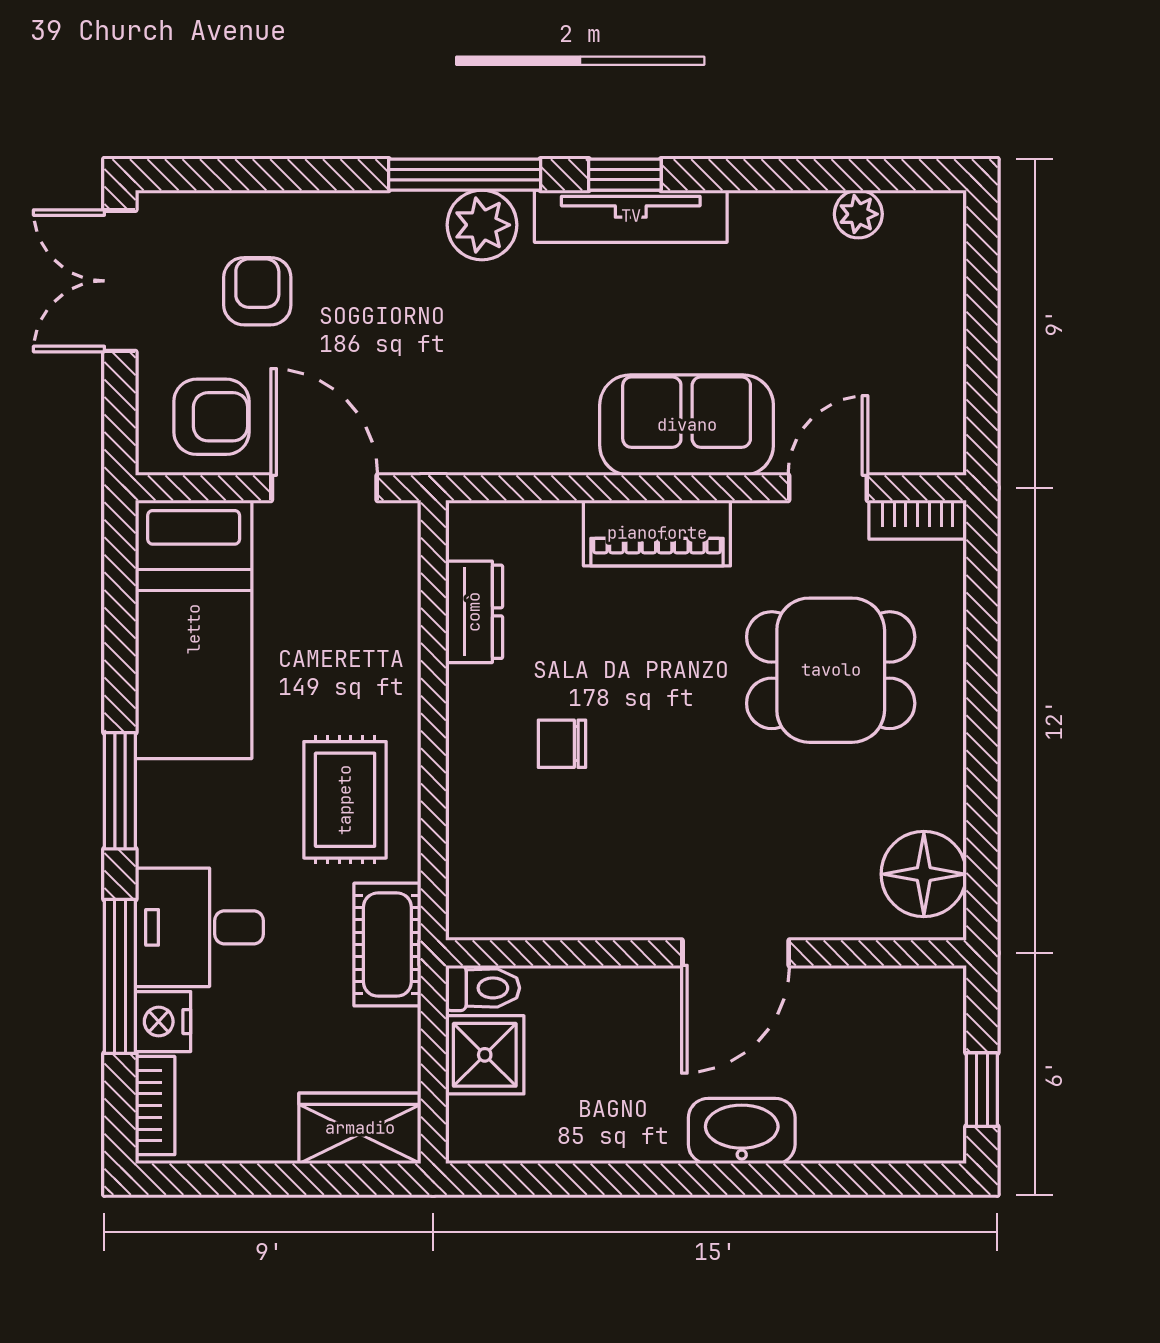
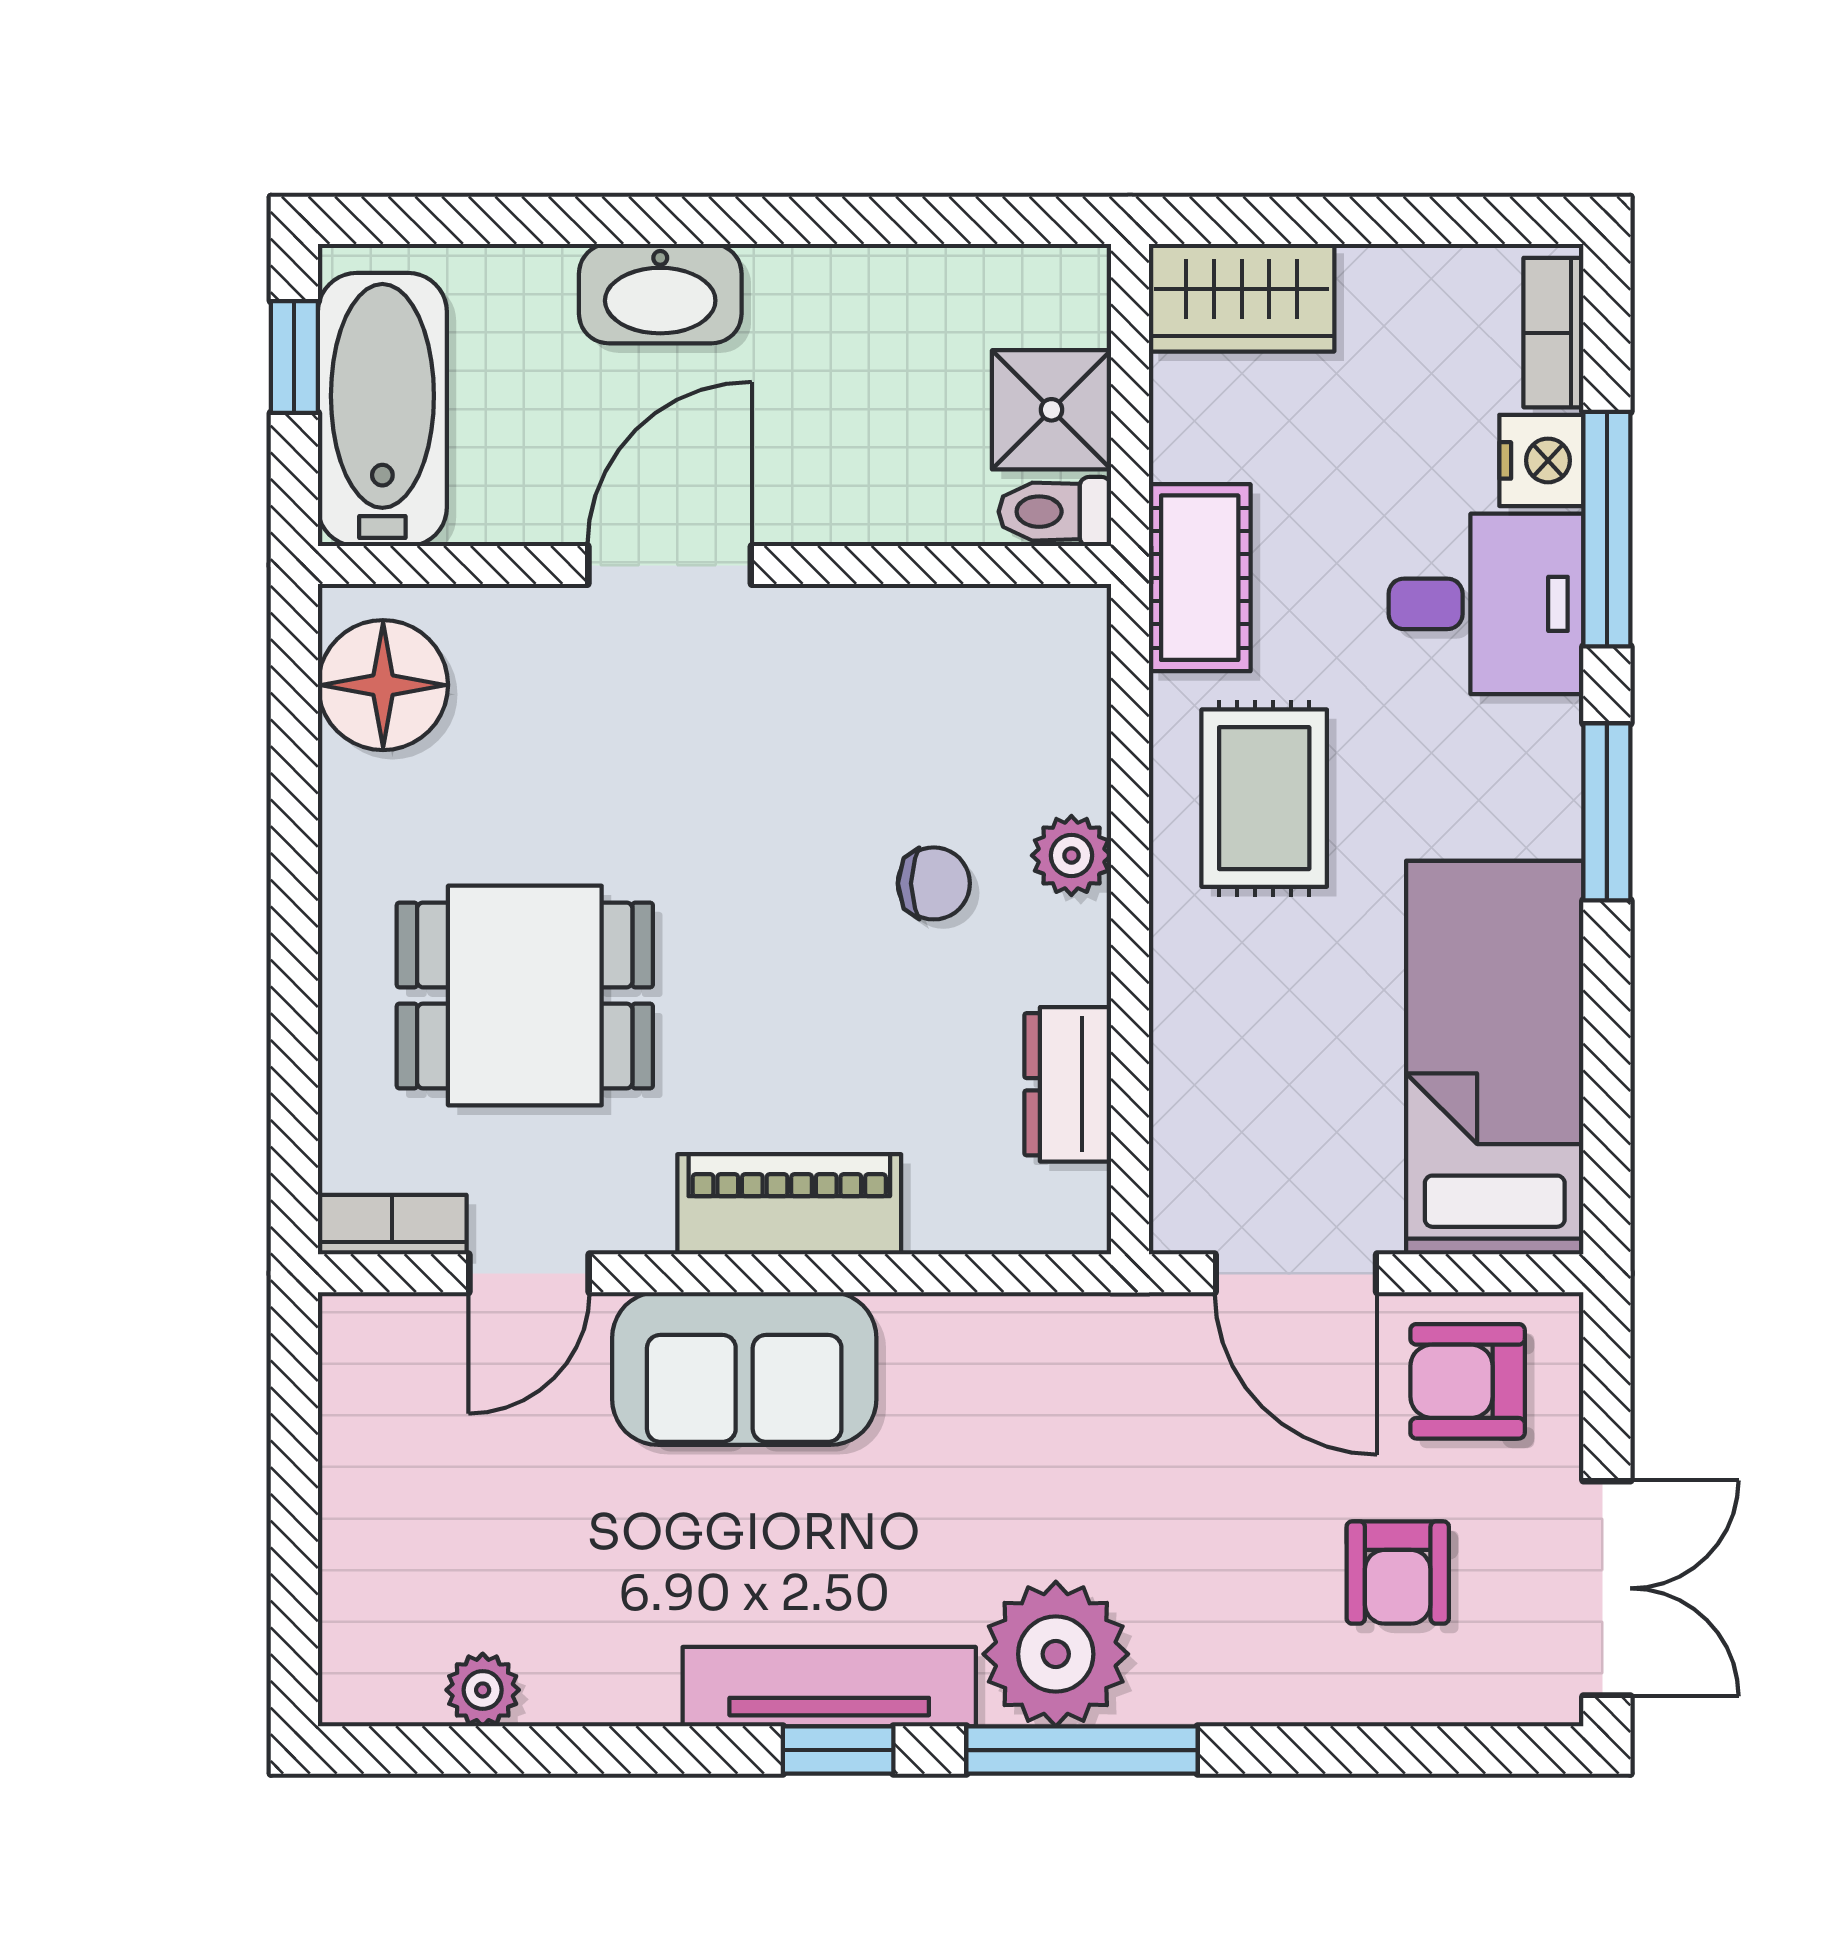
plant: (482, 225) -> (1056, 1654), width x1.36, depth x1.36
plant: (472, 762) -> (1071, 855), added
bathtub: (924, 1055) -> (382, 410), added

